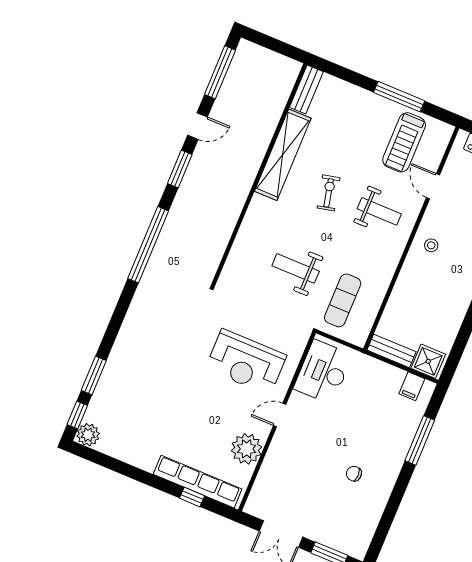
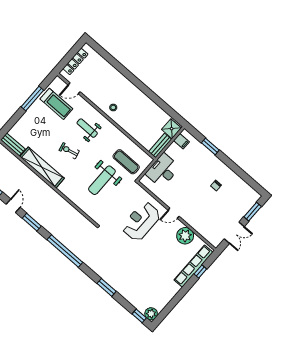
door: (433, 186) -> (74, 88), moved
weight bench: (379, 211) -> (87, 128), turned -90
weight bench: (296, 268) -> (102, 180), width x1.36, depth x1.33
reception desk: (246, 362) -> (141, 221), turned 180
desk: (323, 372) -> (163, 170), moved, turned 90
window: (94, 375) -> (107, 287), moved
door: (280, 415) -> (174, 213), hinge flipped
window: (420, 440) -> (210, 146), width x0.69

